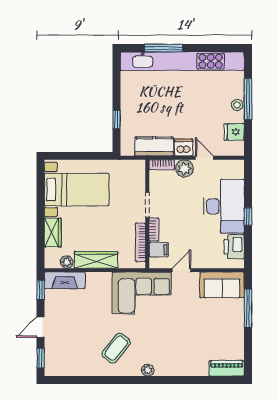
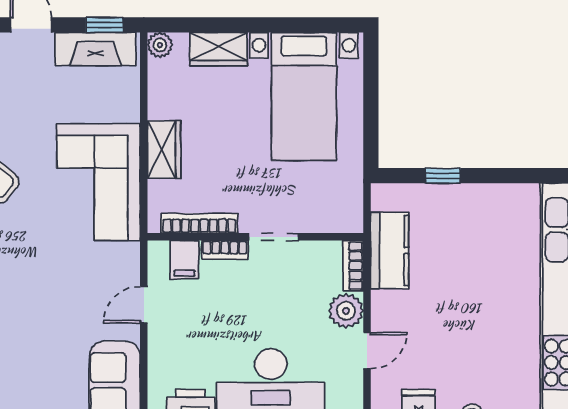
dishwasher: (184, 148) -> (387, 309), removed
wardrobe: (96, 260) -> (164, 150), width x0.67
plant: (67, 262) -> (160, 45), moved
door: (181, 270) -> (144, 305), swing flipped
fireplace: (65, 280) -> (95, 49), moved, turned -90
corner sofa: (142, 293) -> (99, 182), moved

